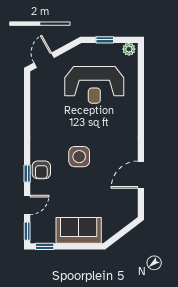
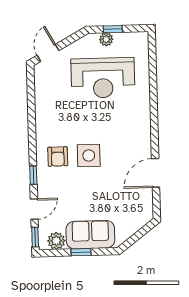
plant: (129, 49) -> (106, 39), moved
armchair: (41, 170) -> (58, 156), moved
plant: (47, 235) -> (56, 241), added
window: (45, 246) -> (81, 252), moved

